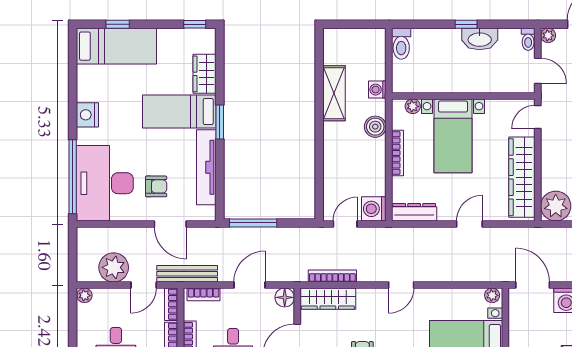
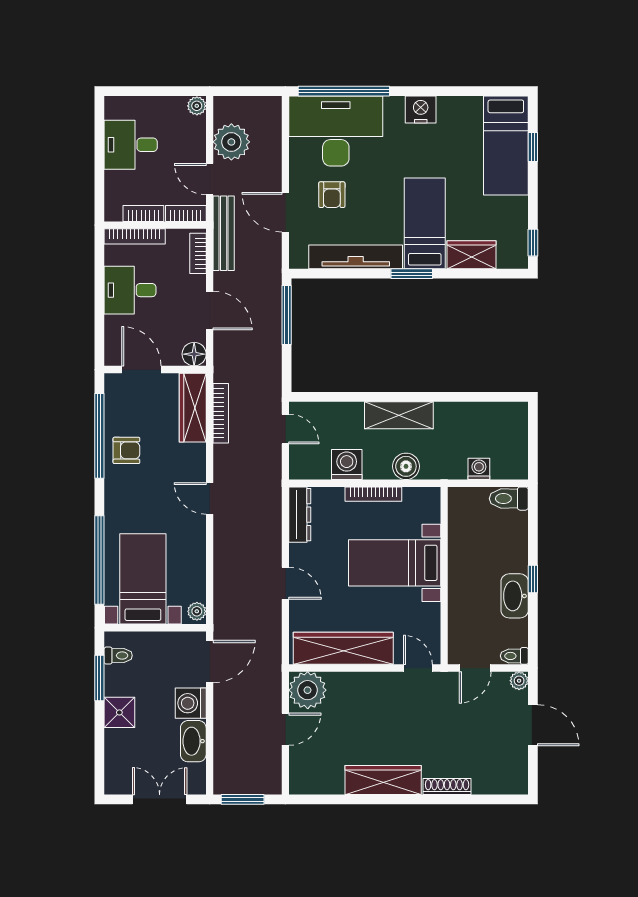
washing machine: (377, 90) -> (479, 469), moved
shelving: (334, 93) -> (399, 415), moved
plant: (413, 106) -> (431, 513), removed
washing machine: (374, 209) -> (347, 465), moved
door: (170, 224) -> (285, 212), hinge flipped

